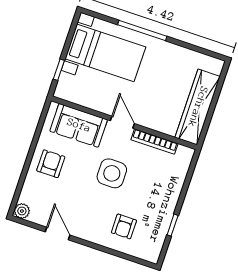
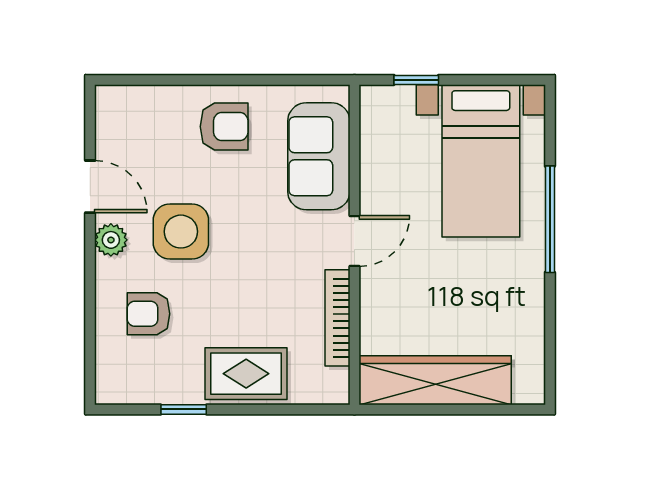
side table: (112, 173) -> (181, 232), moved
rug: (166, 191) -> (246, 374), added
plant: (22, 211) -> (111, 240), moved
door: (58, 233) -> (90, 187), hinge flipped

